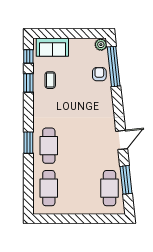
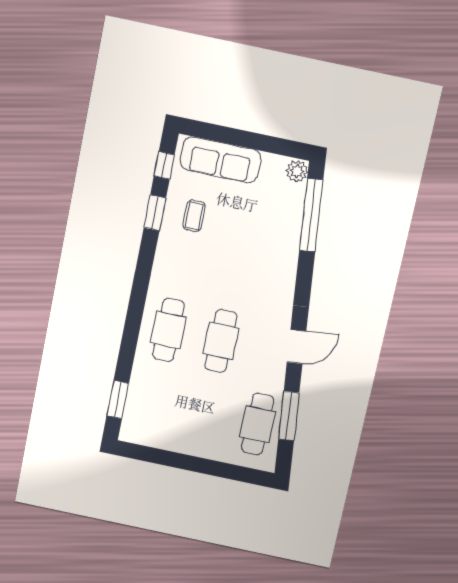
sofa: (52, 47) -> (220, 160), width x1.36
armchair: (99, 74) -> (283, 223), removed
window: (28, 143) -> (118, 400), moved
cafe table: (49, 188) -> (221, 341), moved

